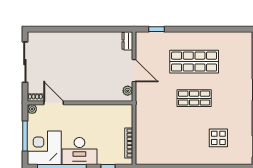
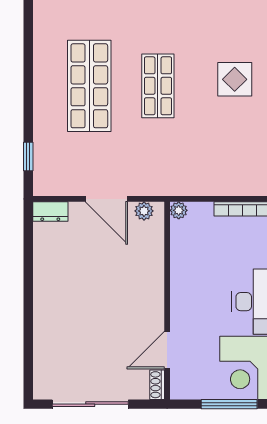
door: (134, 71) -> (106, 199), swing flipped
plant: (32, 109) -> (179, 210), moved
display table: (218, 138) -> (235, 79), moved

